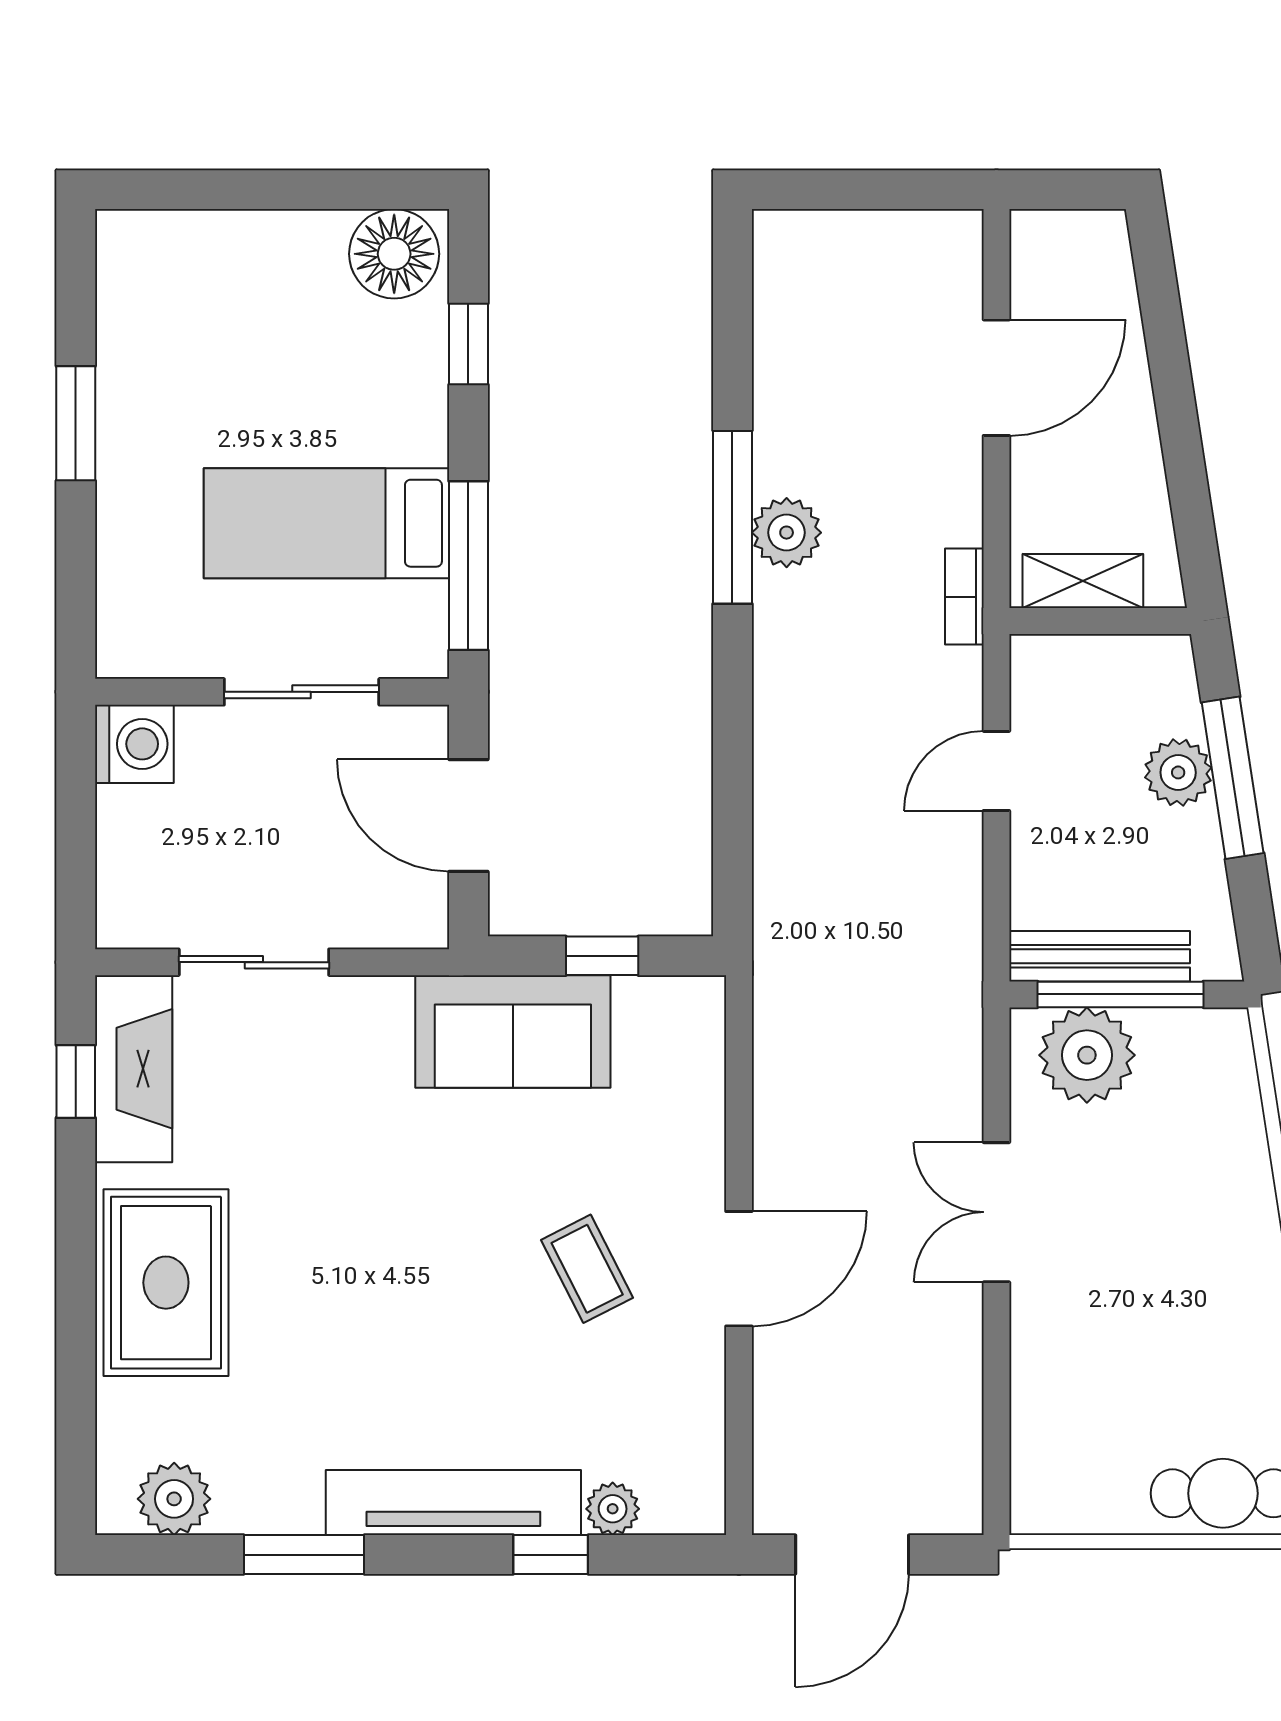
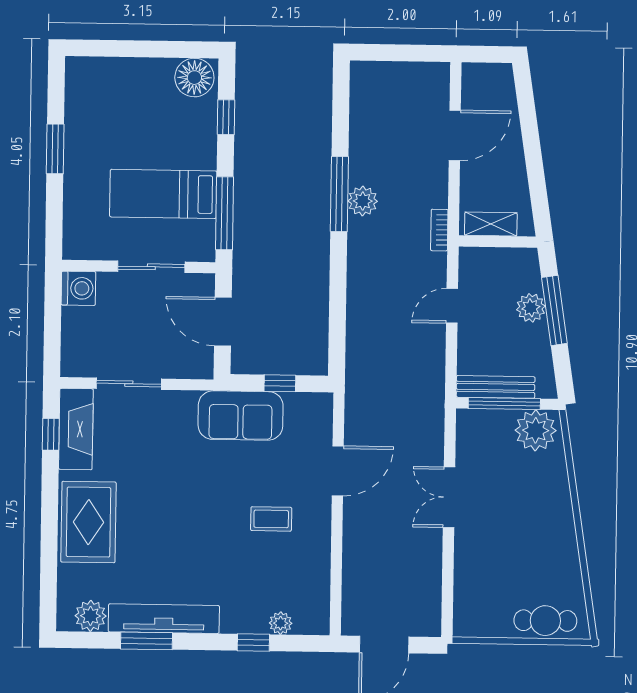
plant: (1087, 1055) -> (536, 430), moved
coffee table: (587, 1269) -> (271, 519), turned -63
door: (739, 1269) -> (338, 471), moved
tv unit: (453, 1503) -> (164, 619), moved

